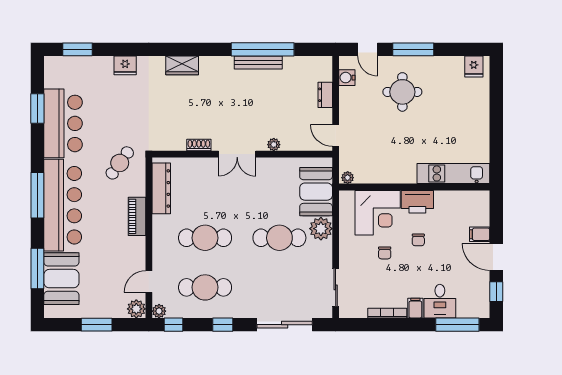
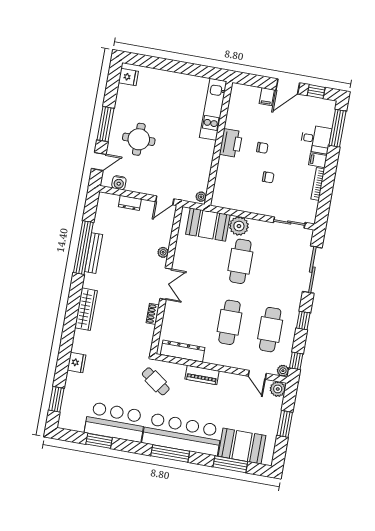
wardrobe: (182, 65) -> (86, 309), width x1.50
corner desk: (378, 213) -> (234, 177), removed

